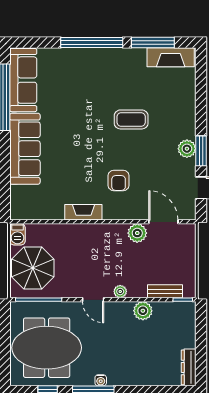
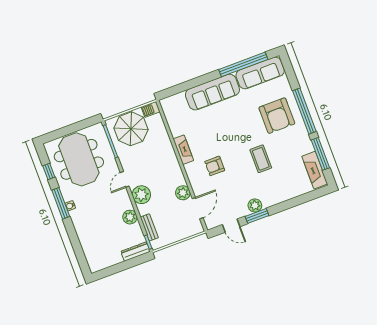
armchair: (85, 79) -> (277, 116), added
plant: (120, 292) -> (141, 195), width x1.88, depth x1.88
dresser: (189, 367) -> (136, 252), moved

